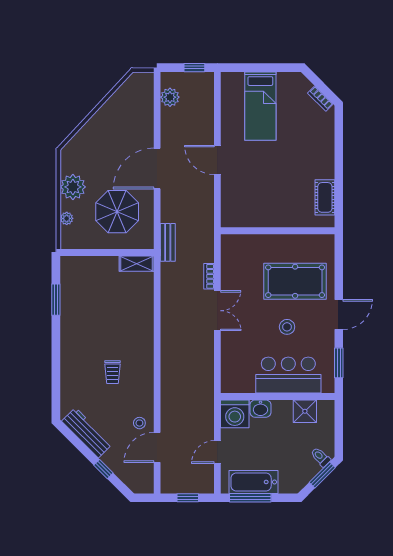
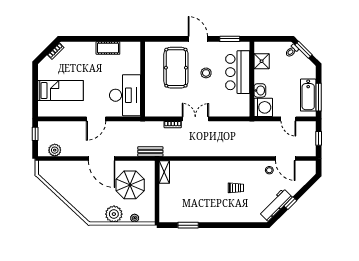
cot: (325, 197) -> (108, 48), moved
desk: (253, 204) -> (125, 95), added
window: (103, 469) -> (290, 203), moved

